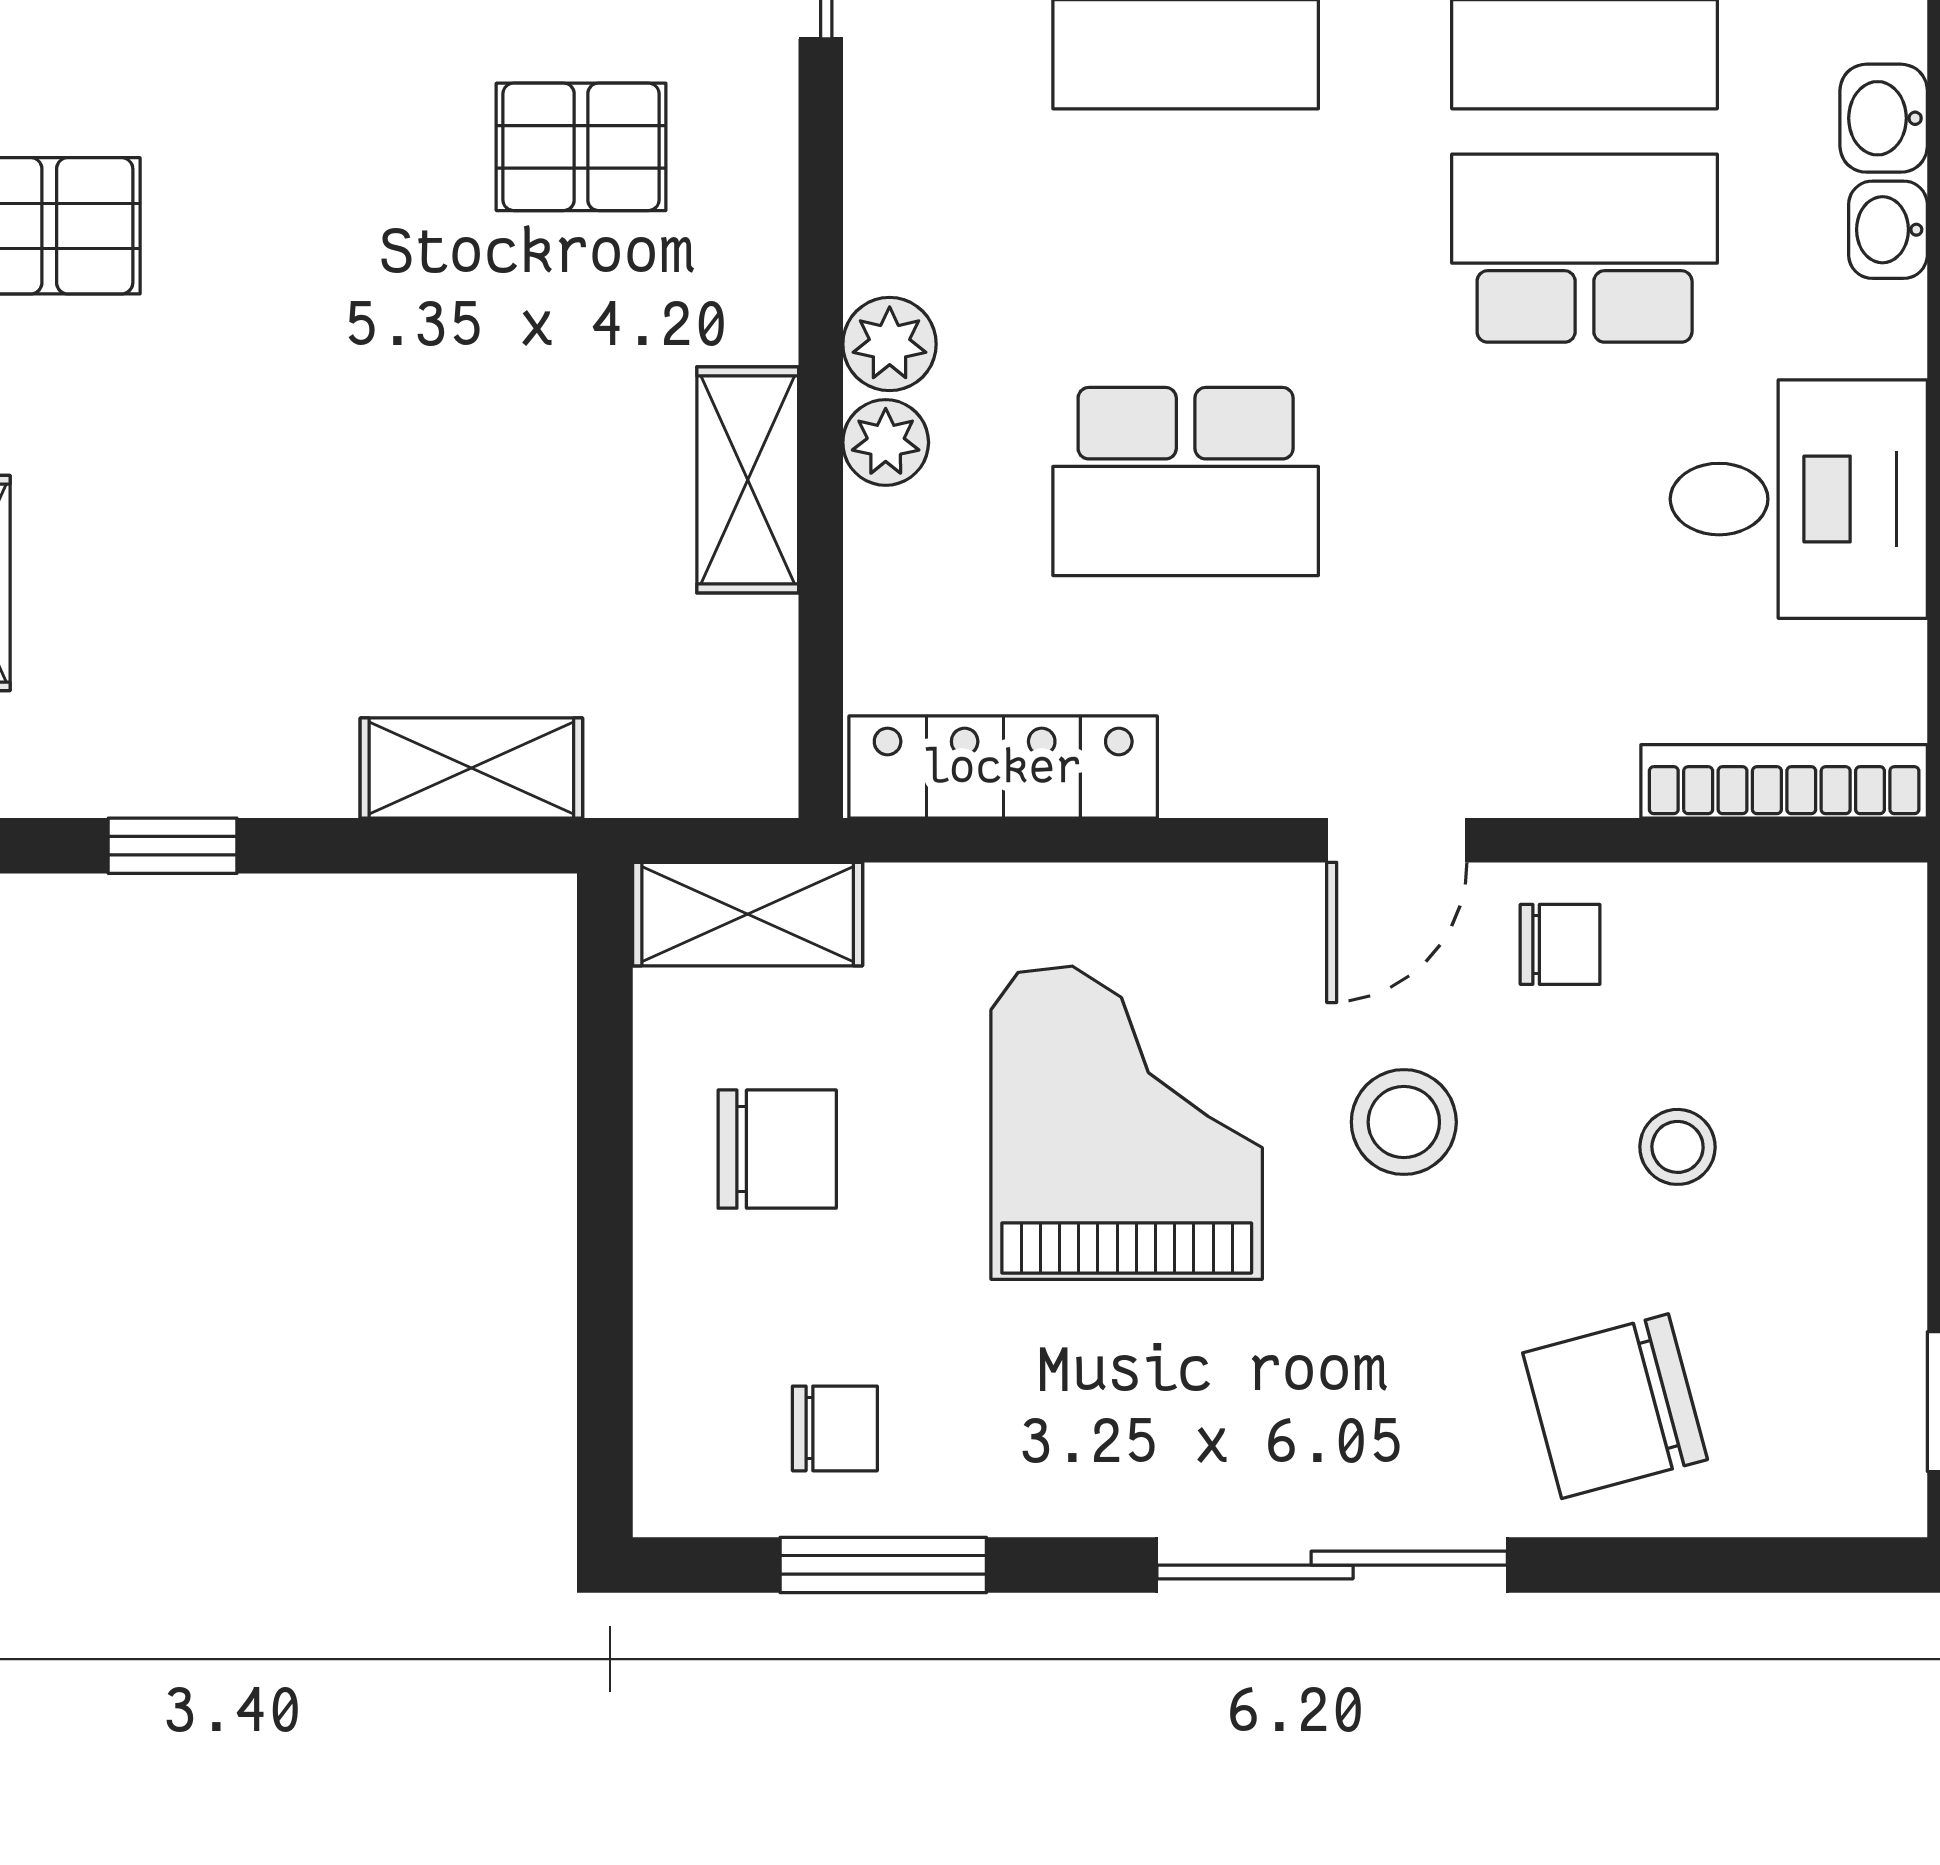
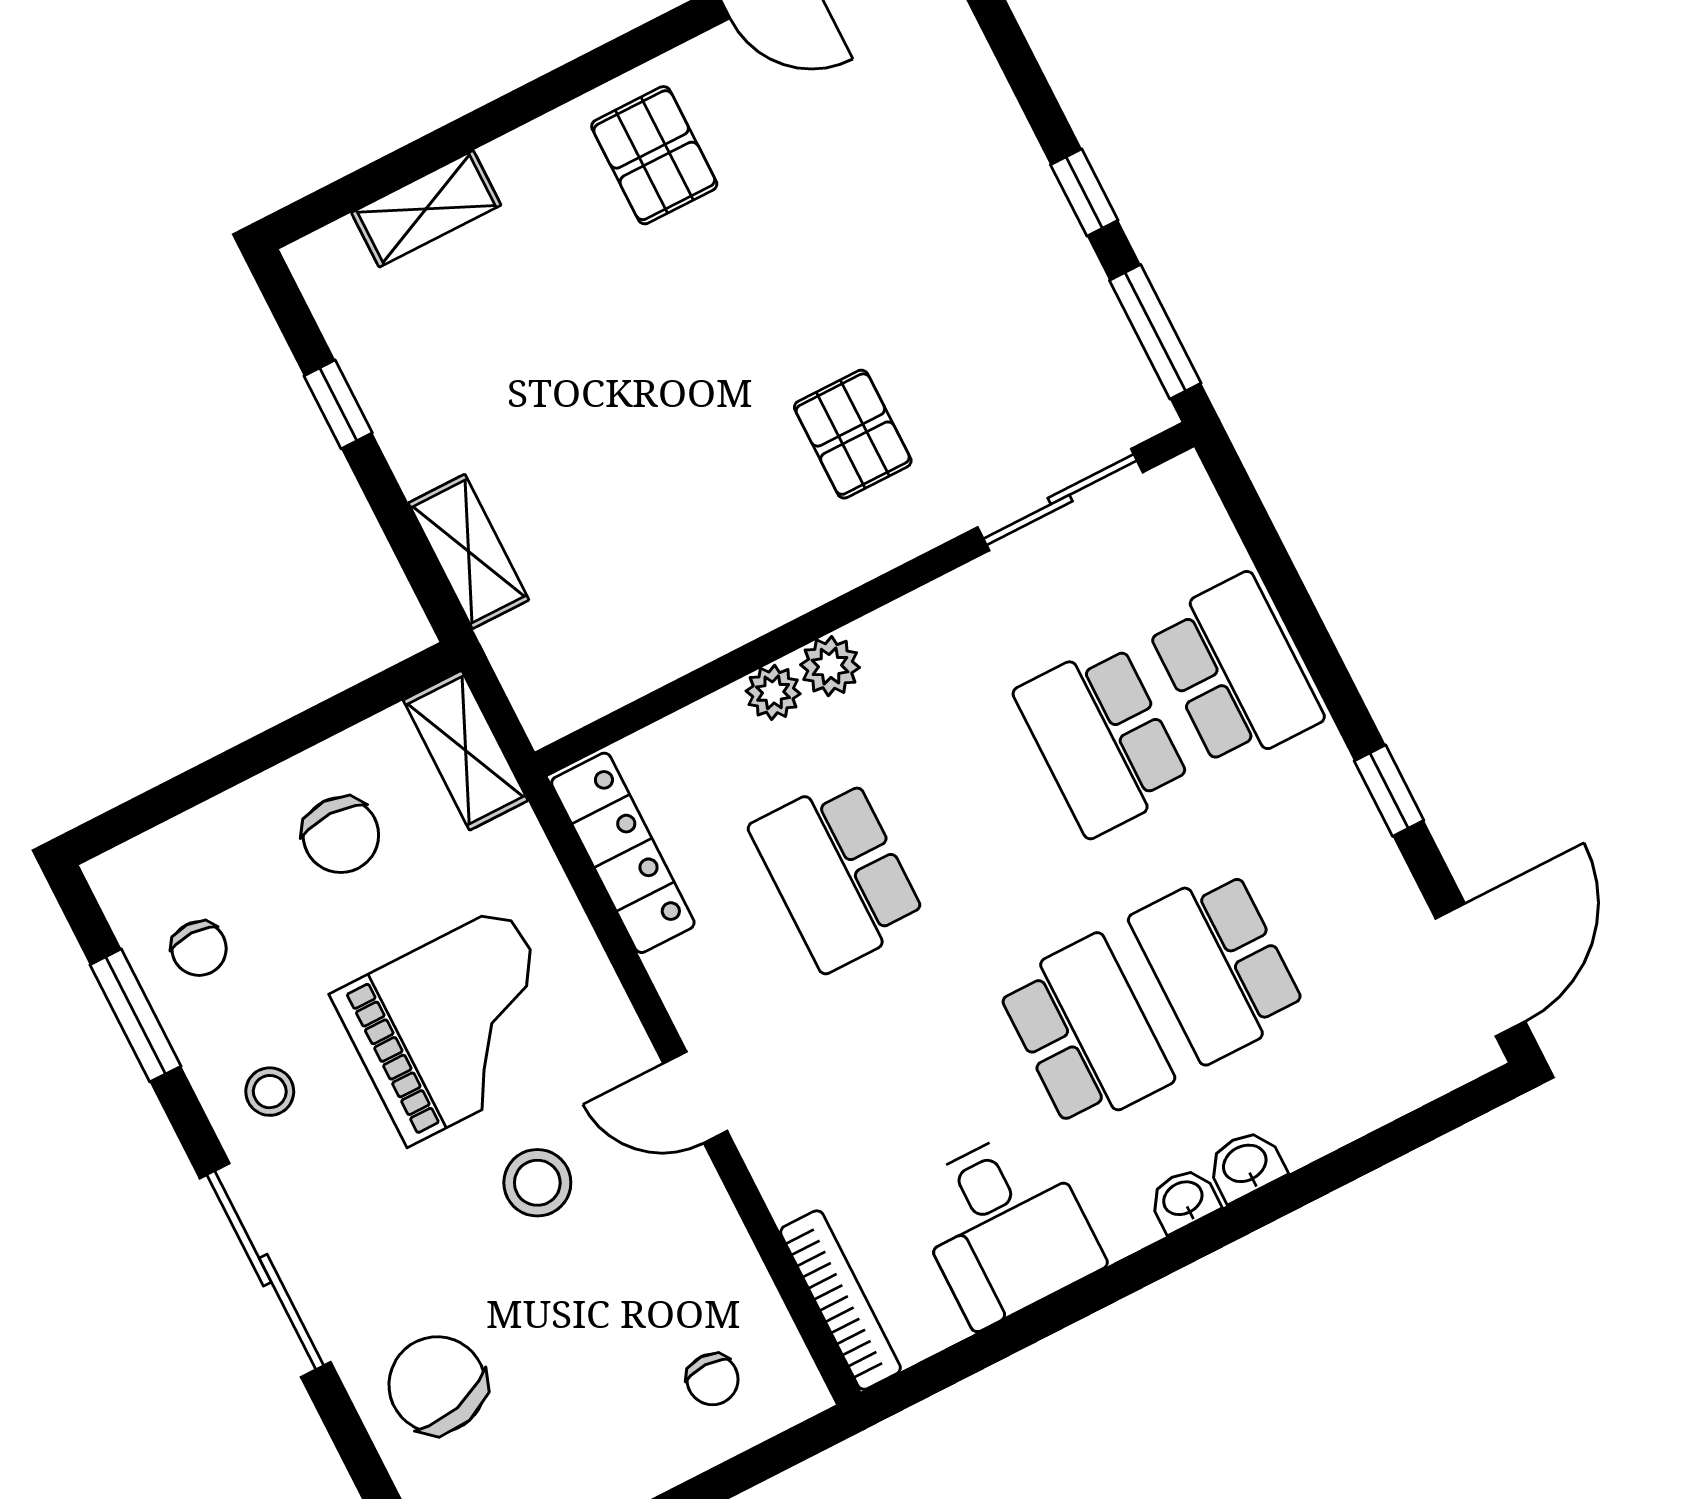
shelving: (748, 480) -> (712, 625), removed
chair: (1560, 944) -> (713, 1379), moved
stool: (1678, 1147) -> (270, 1092), moved

